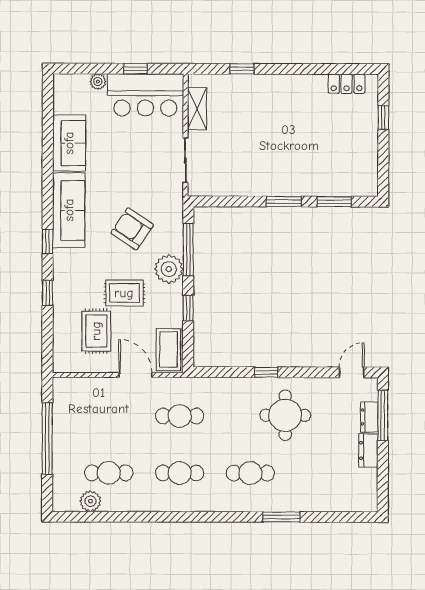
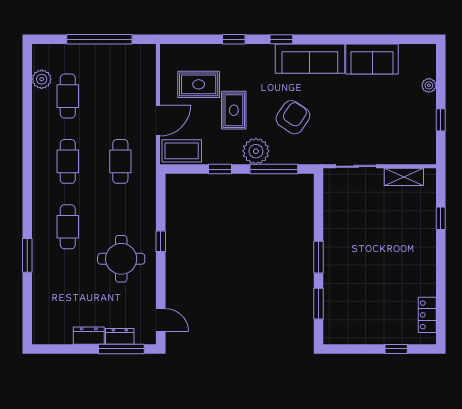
bar counter: (145, 95) -> (417, 129), removed

